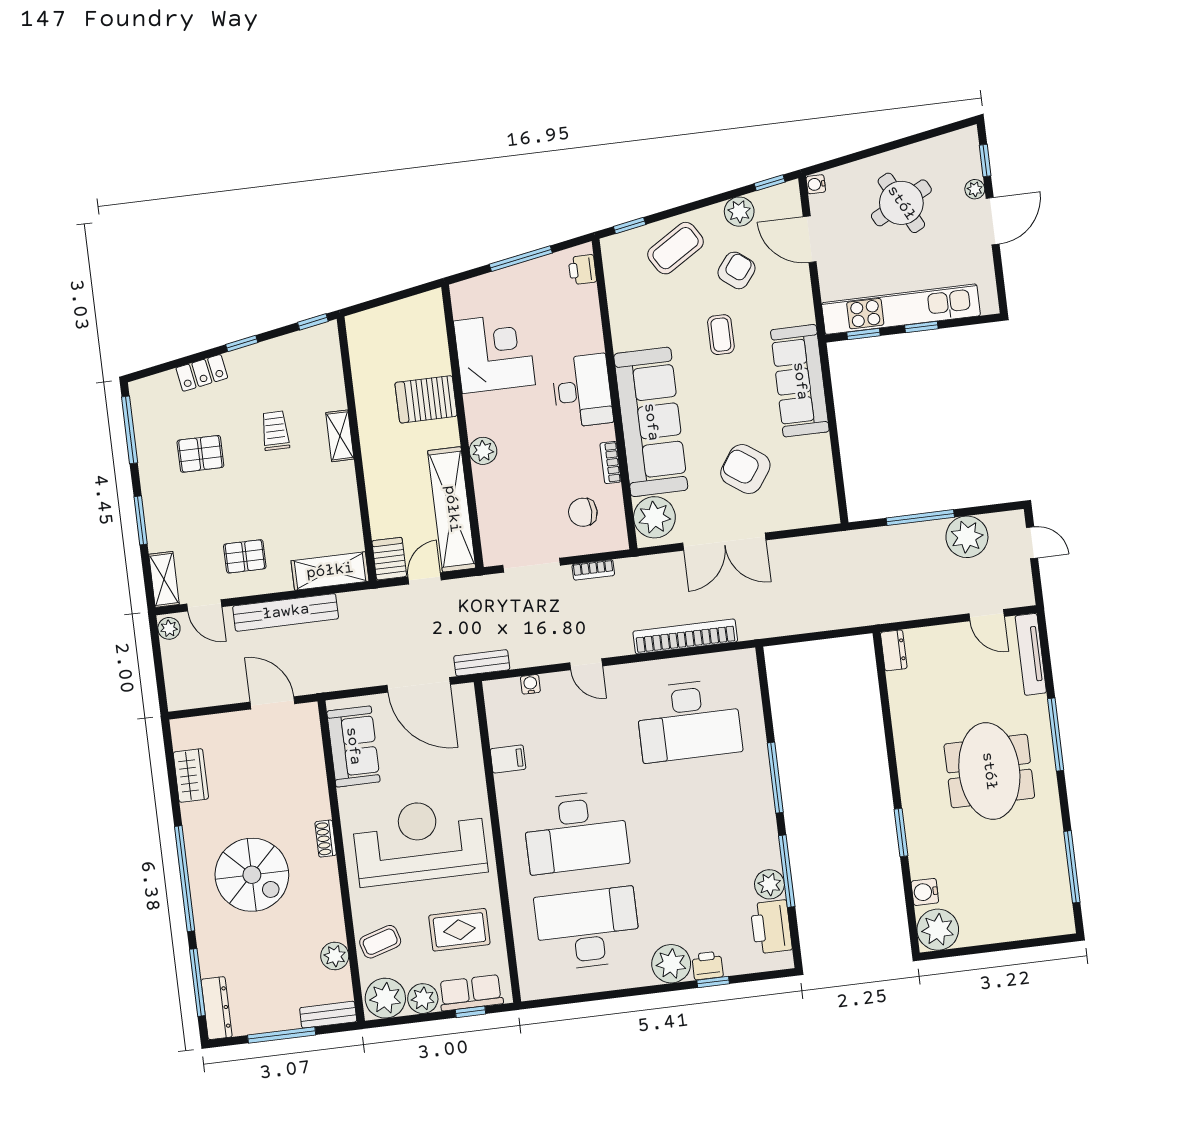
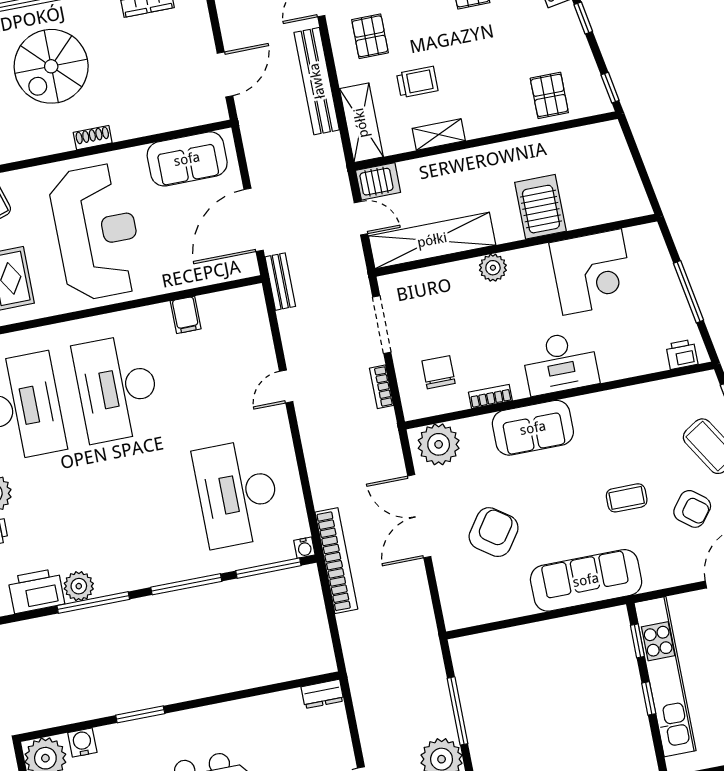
pallet: (316, 383) -> (549, 95), added
sofa: (651, 422) -> (533, 428), width x0.54, depth x0.79
trolley: (275, 431) -> (417, 82), moved
shelving: (340, 436) -> (439, 135), moved
bookcase: (685, 636) -> (336, 561), moved
water cooler: (530, 684) -> (304, 548), moved, turned 90
window: (765, 695) -> (268, 568), added

